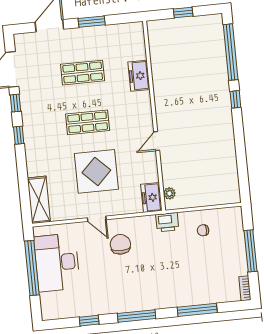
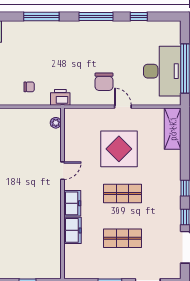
freezer: (151, 197) -> (72, 203), moved

